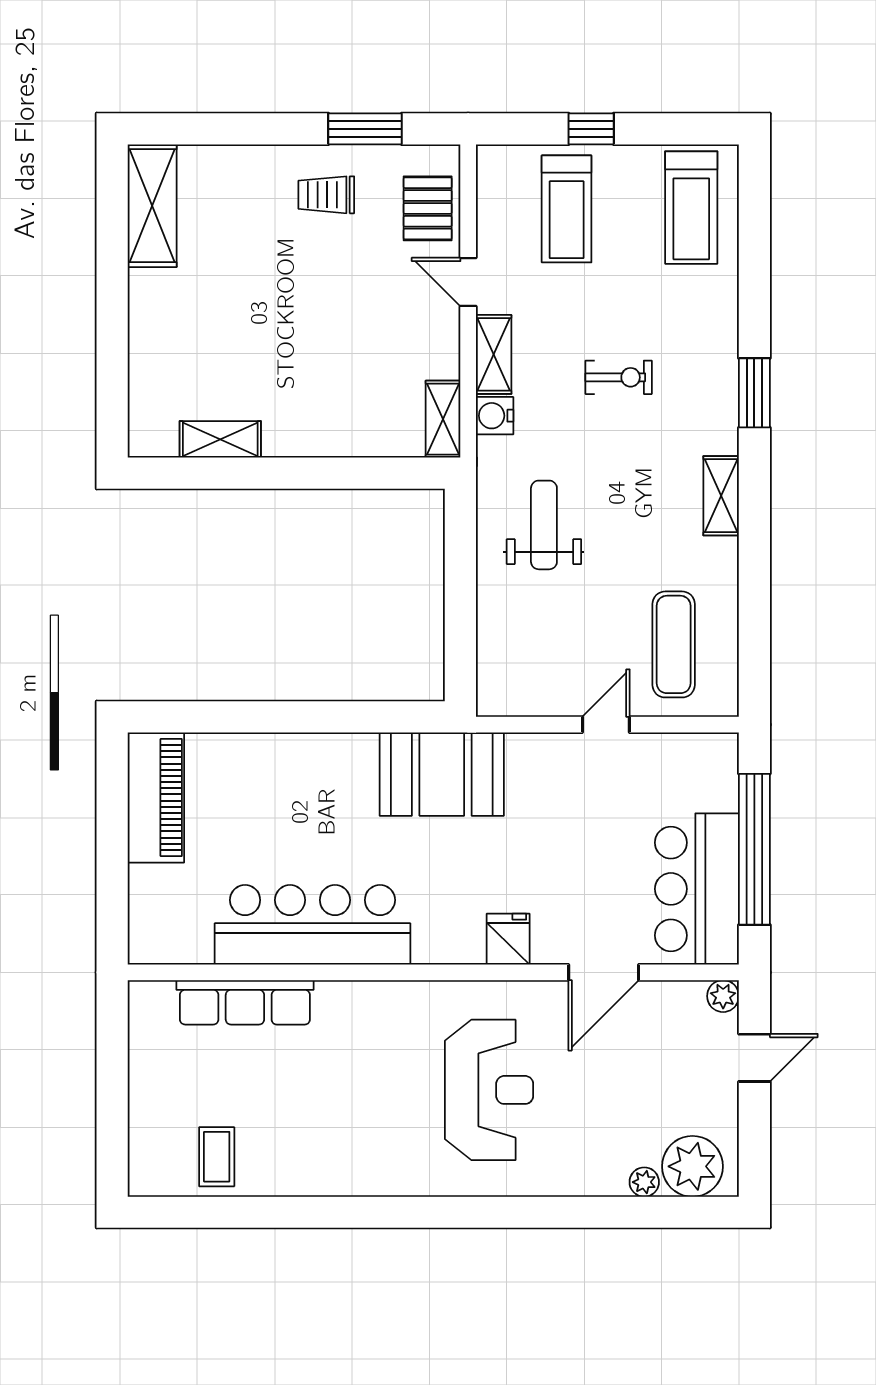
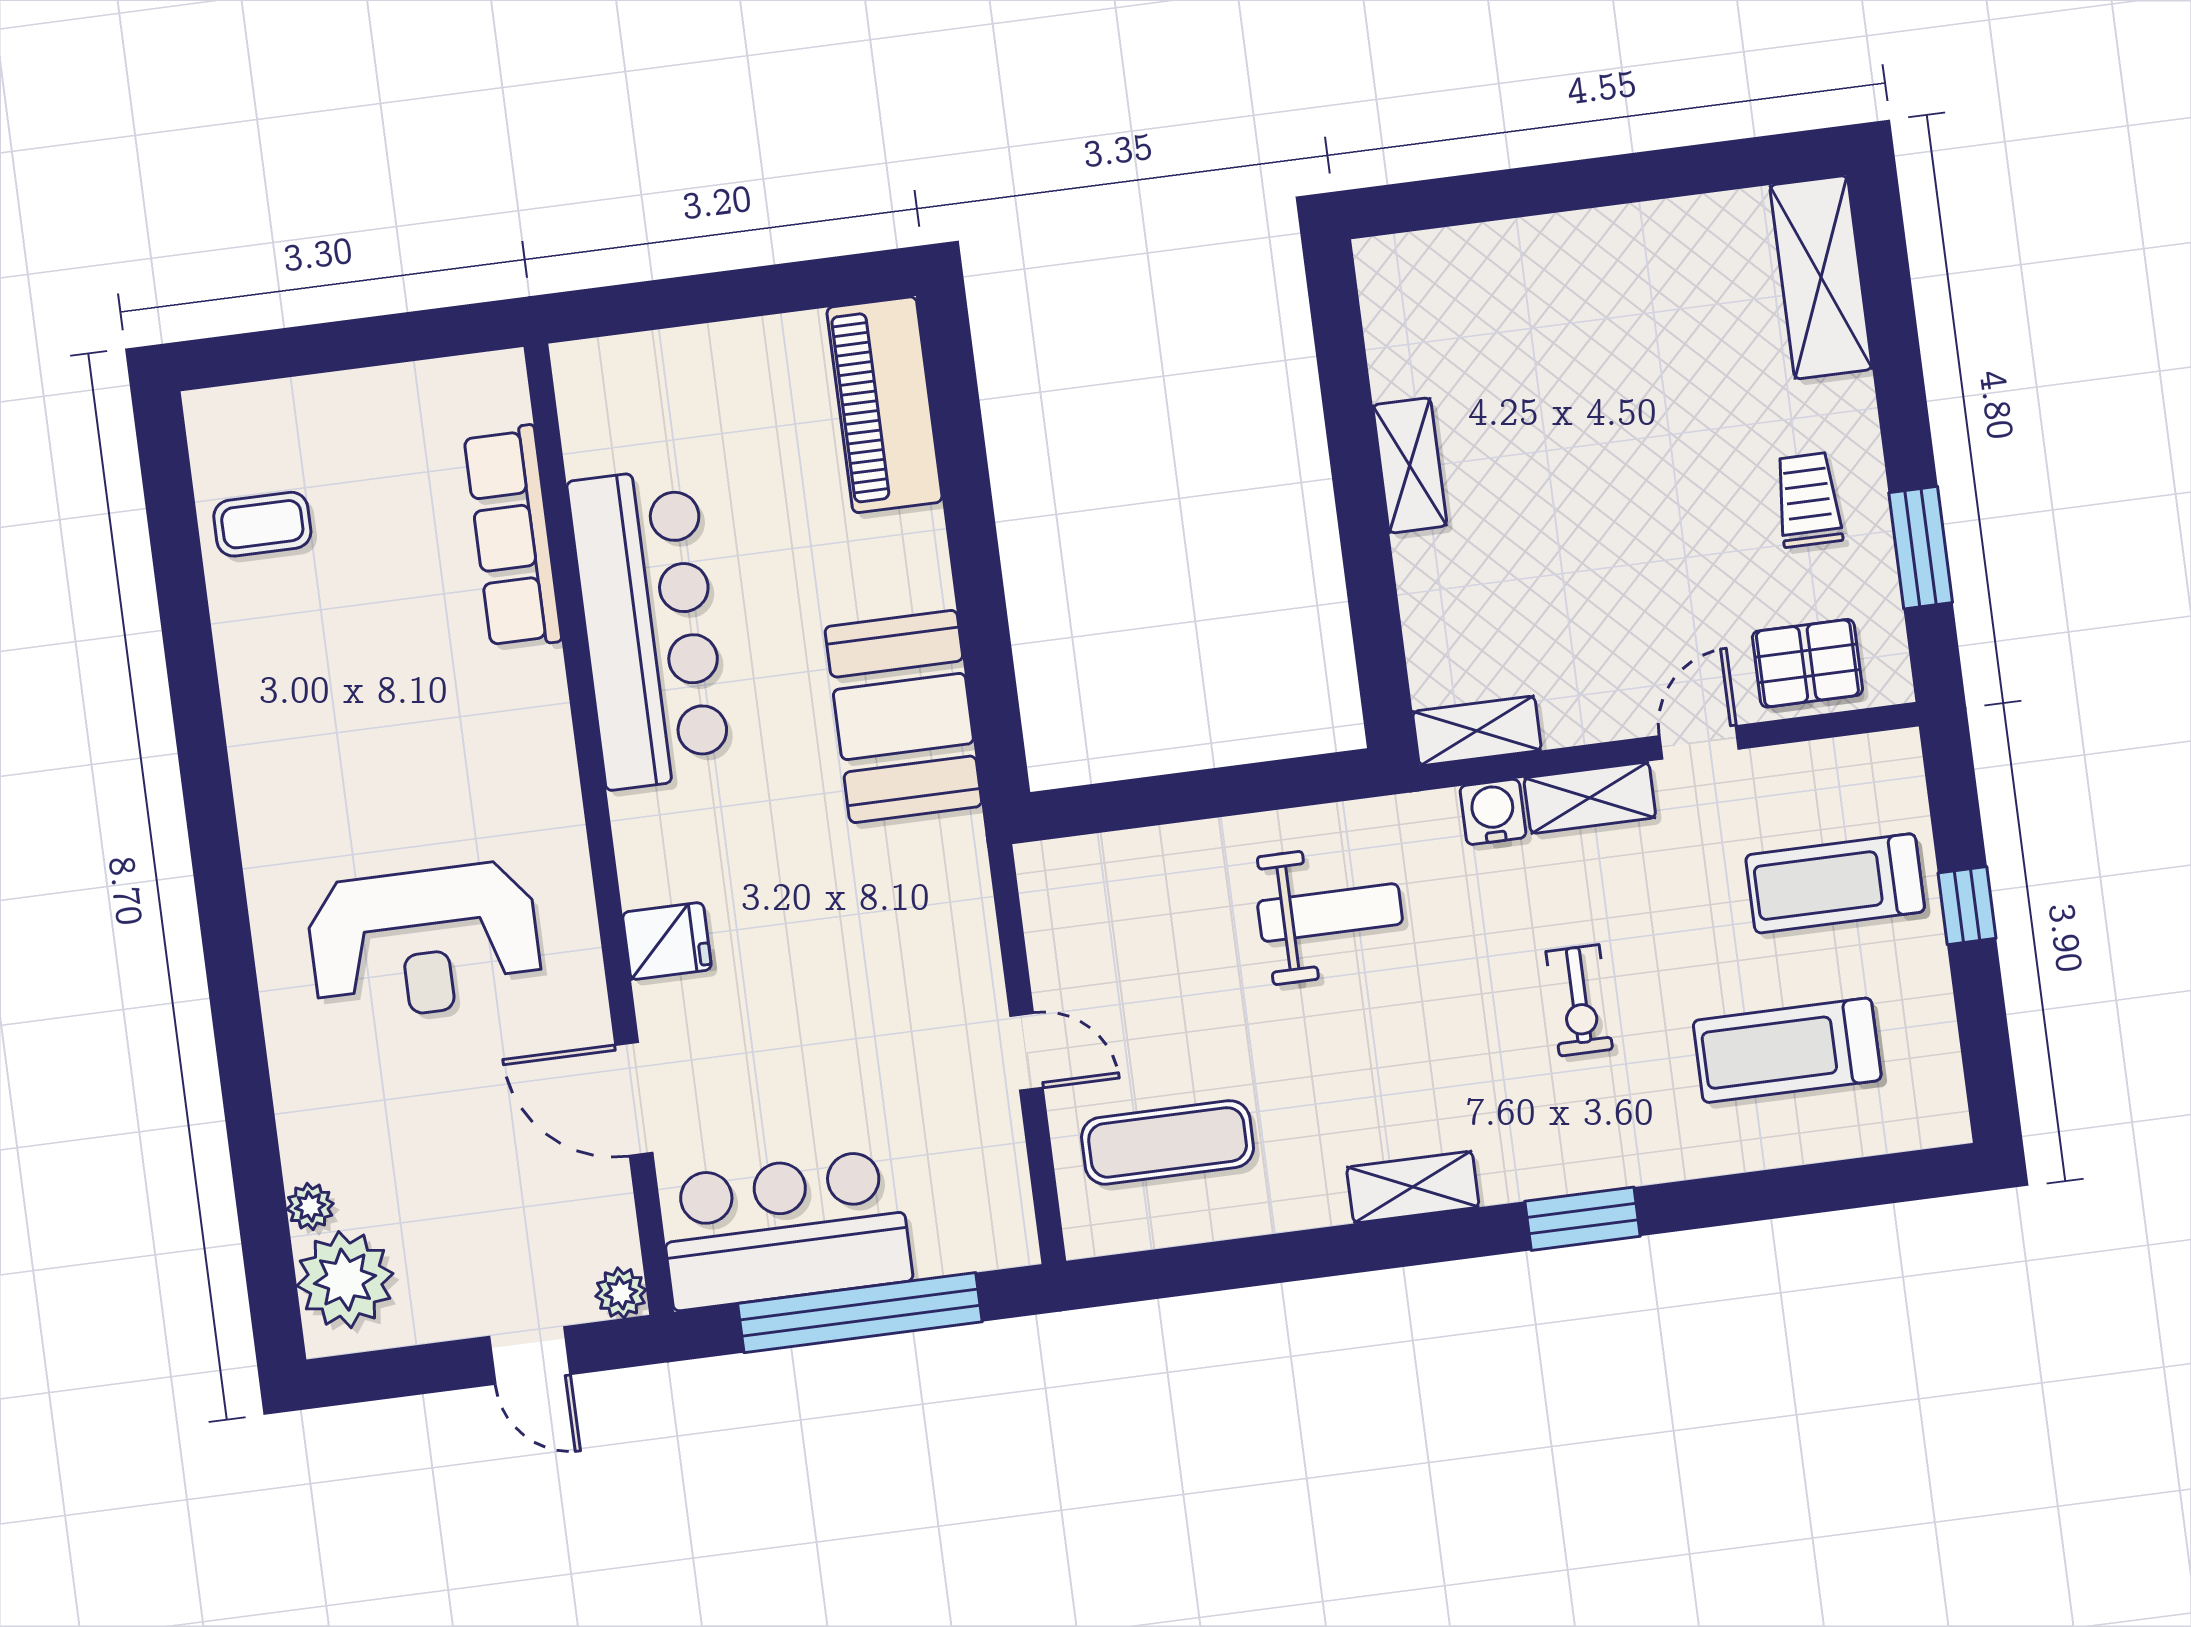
shelving: (152, 206) -> (1821, 277), moved, turned 90
treadmill: (691, 208) -> (1787, 1050), moved
shelving: (220, 439) -> (1410, 465), moved
booth: (442, 774) -> (903, 717), moved
piano: (156, 797) -> (884, 405), moved, turned 90

